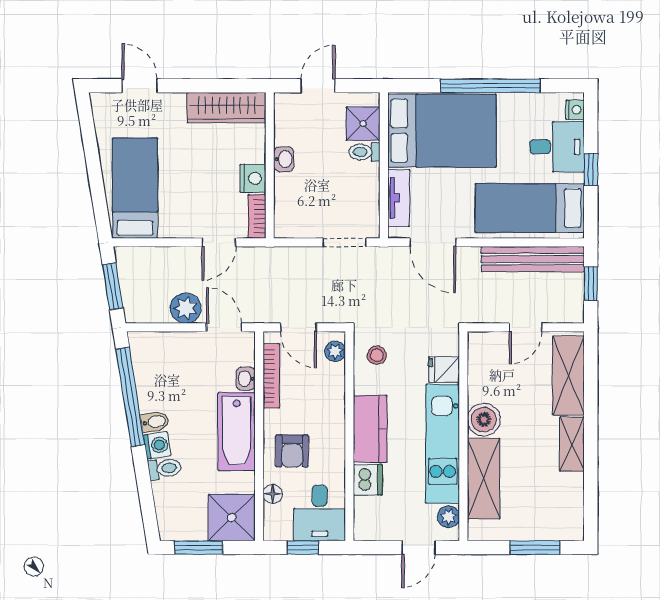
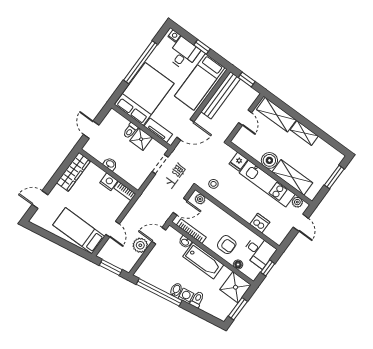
shower: (363, 124) -> (141, 139), moved
door: (219, 242) -> (113, 229), moved
kitchen counter: (370, 429) -> (240, 208), removed

